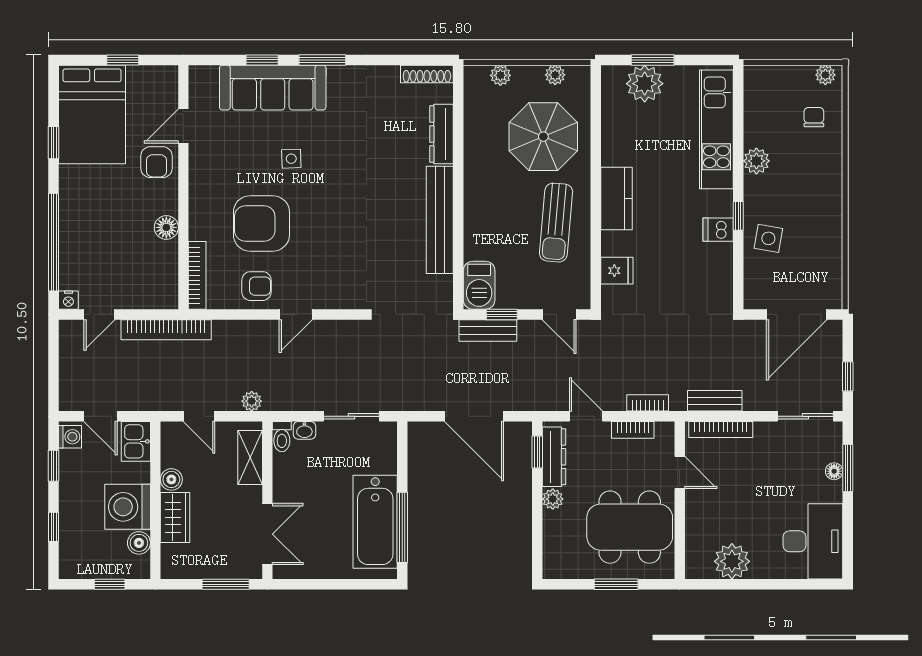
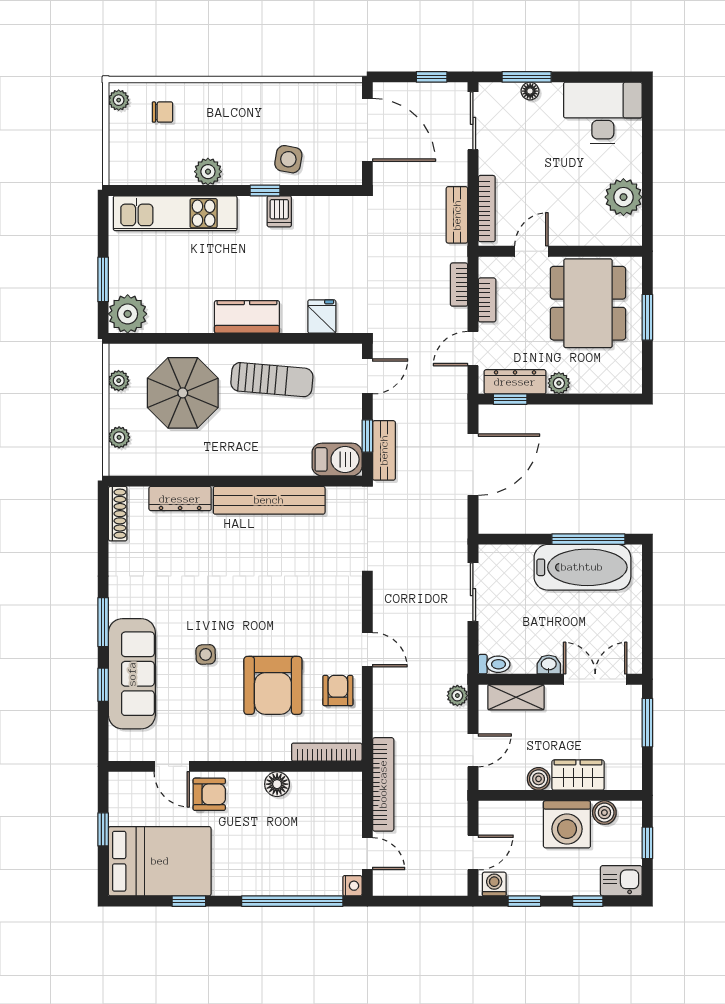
plant: (645, 84) -> (128, 314), moved
chair: (814, 117) -> (162, 112), turned 180
washbasin: (304, 430) -> (549, 665), moved, turned -90
kitchen sink: (136, 441) -> (621, 881), moved, turned 180

